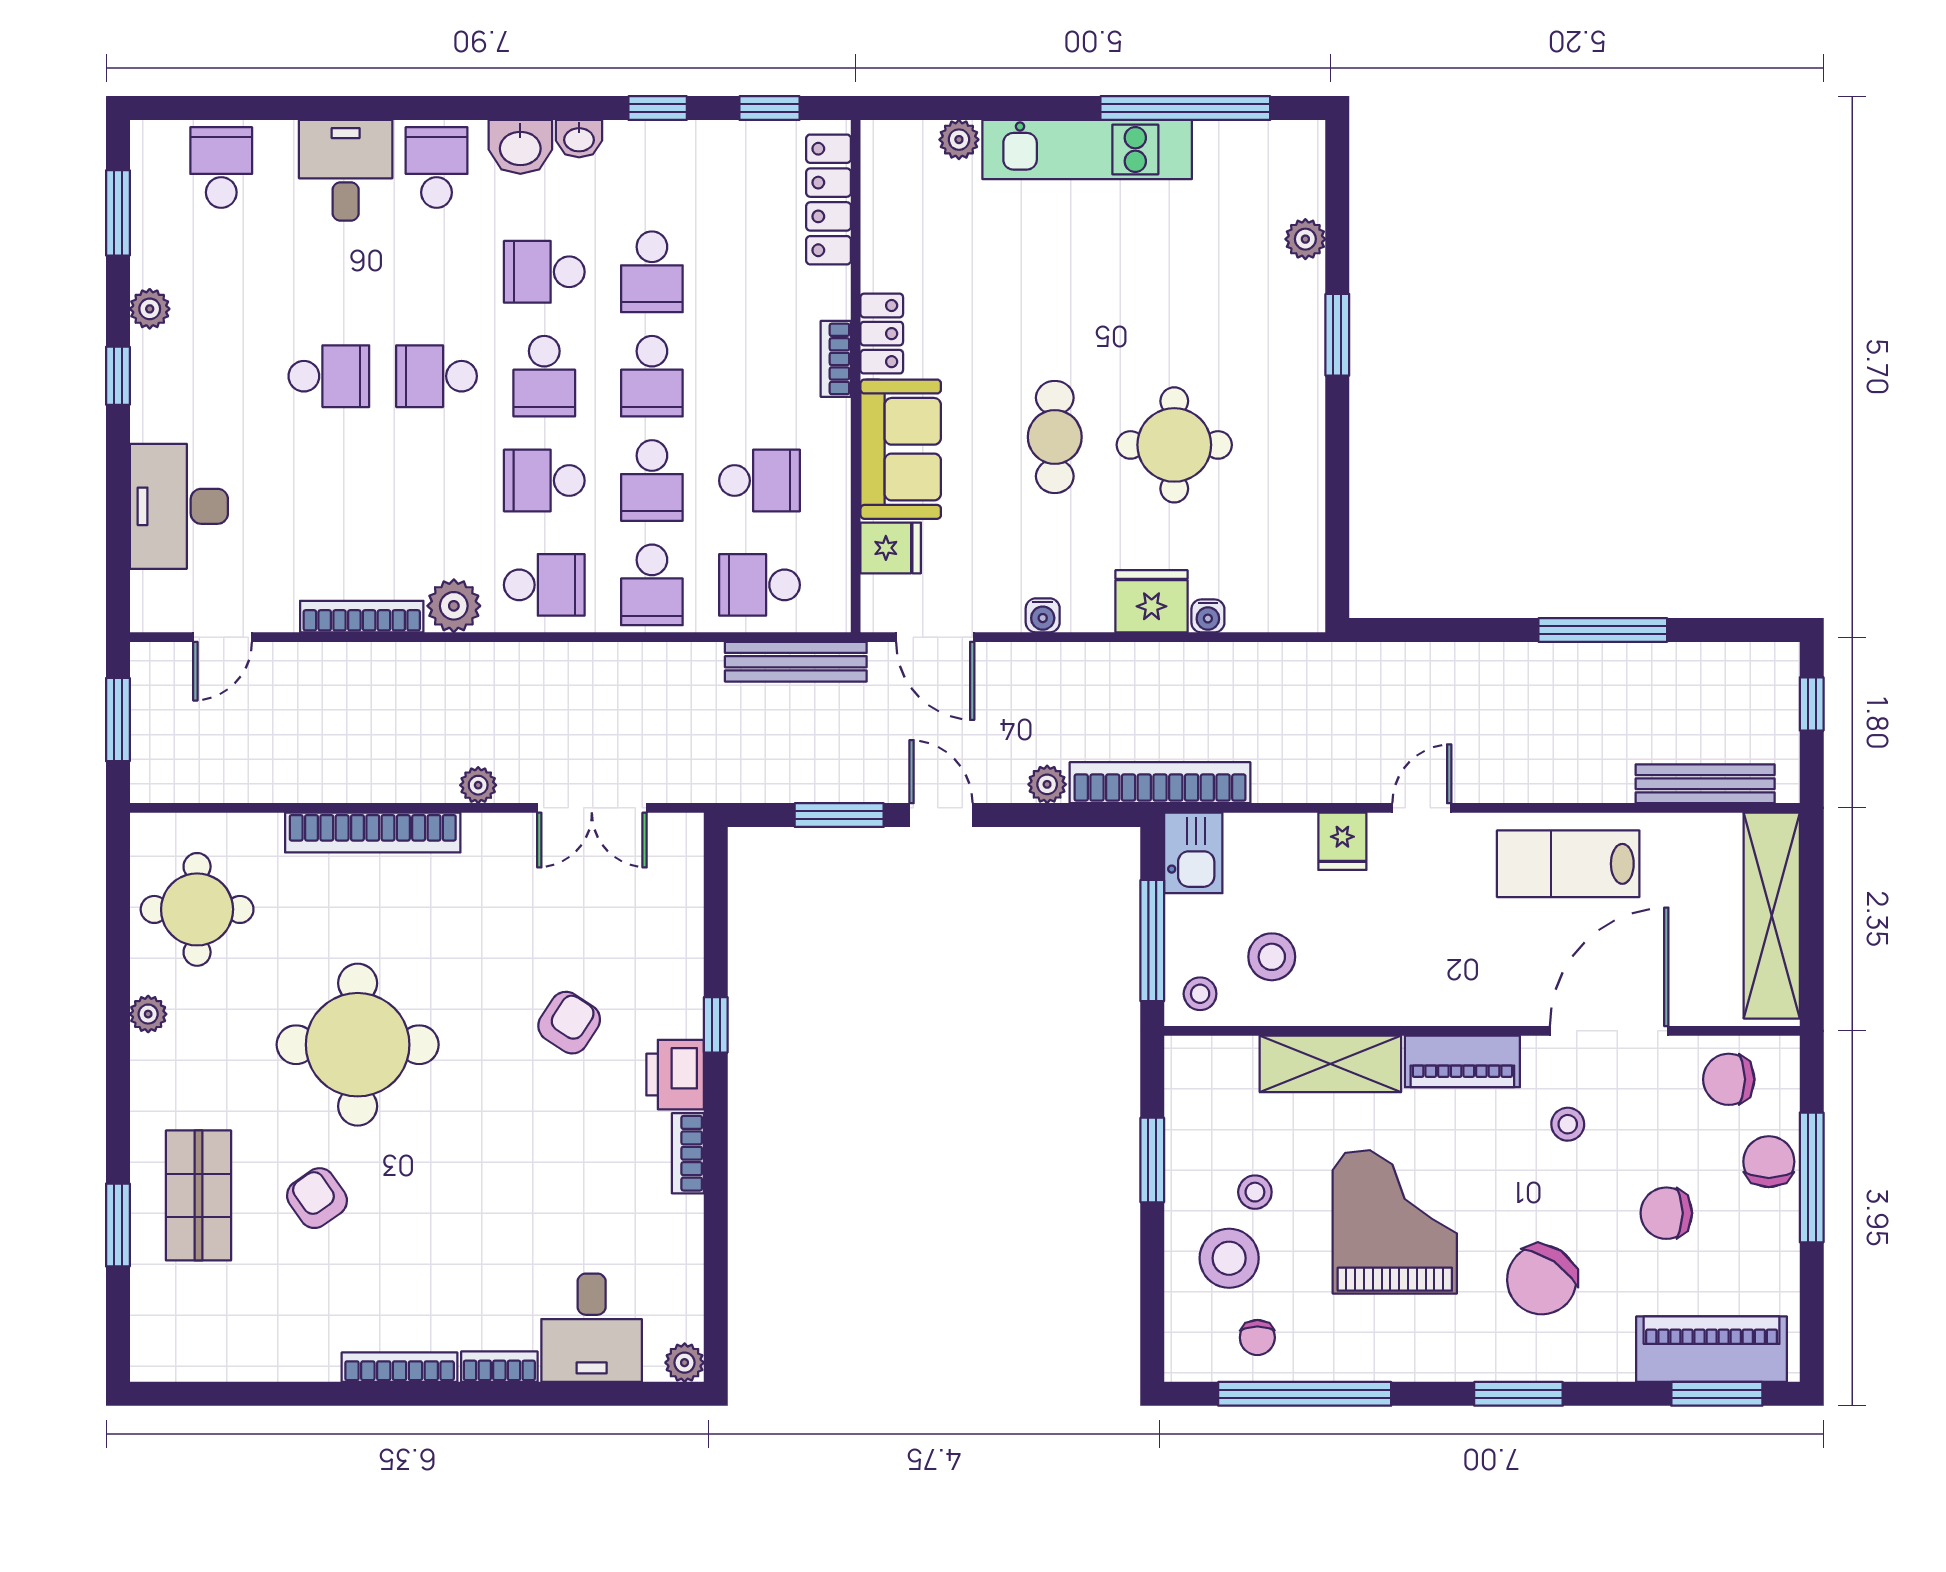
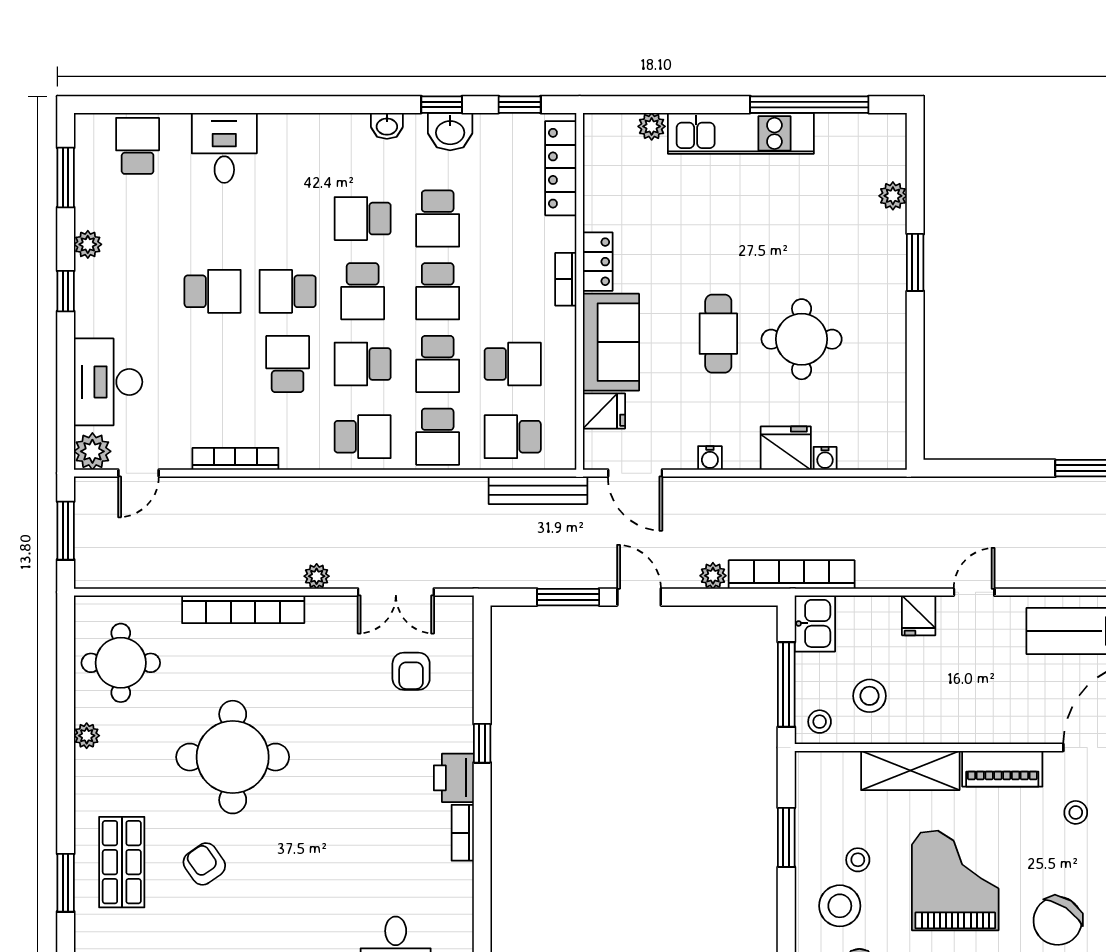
washbasin: (520, 147) -> (450, 132), moved
school desk: (437, 167) -> (288, 364), moved
plant: (454, 606) -> (92, 451), moved
armchair: (569, 1023) -> (411, 671), moved, turned 147

